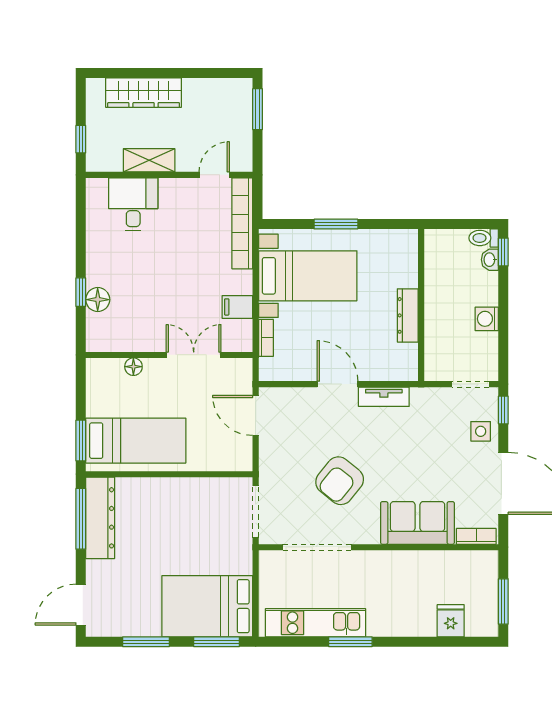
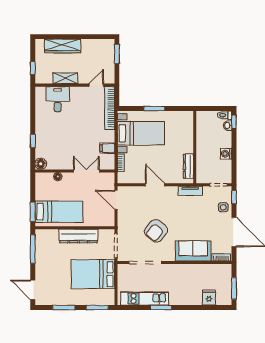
floor lamp: (98, 300) -> (41, 164), moved
dresser: (408, 315) -> (188, 166), moved
tv unit: (384, 397) -> (190, 191), moved
dresser: (100, 518) -> (78, 236), moved, turned 90
door: (81, 605) -> (33, 290), hinge flipped
bed: (207, 606) -> (93, 274), moved

